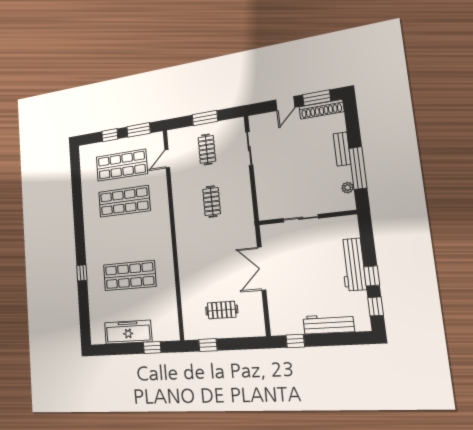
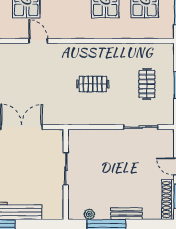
clothes rail: (207, 149) -> (147, 84), turned 90
door: (167, 159) -> (38, 41), moved

